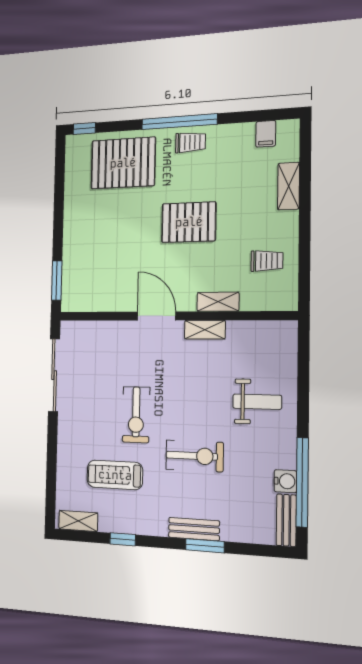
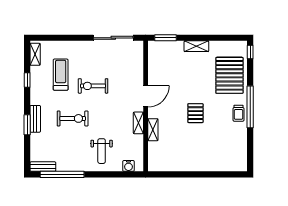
filing cabinet: (266, 134) -> (240, 154), removed
shelving: (289, 186) -> (196, 46), moved
pallet: (189, 222) -> (195, 113), width x0.67, depth x0.71
trolley: (267, 261) -> (174, 155), removed
exercise bike: (195, 456) -> (73, 118), turned -90
water cooler: (285, 481) -> (128, 166), moved

